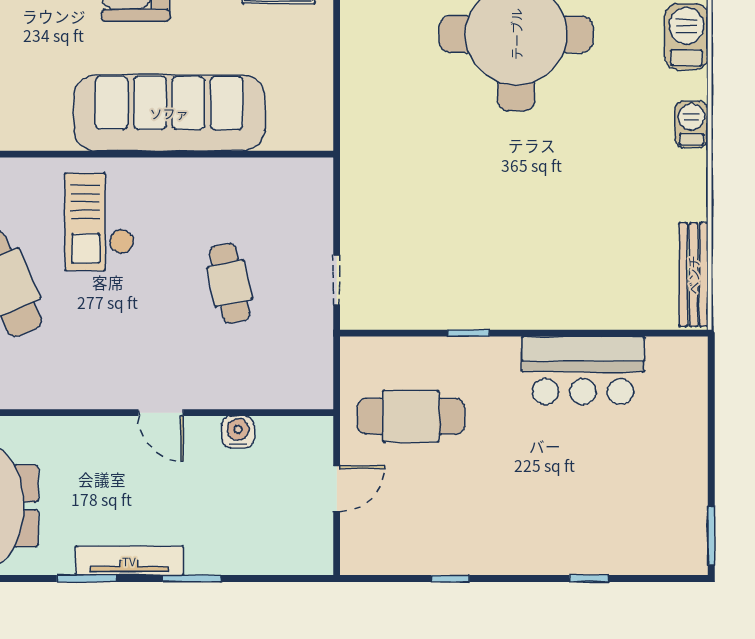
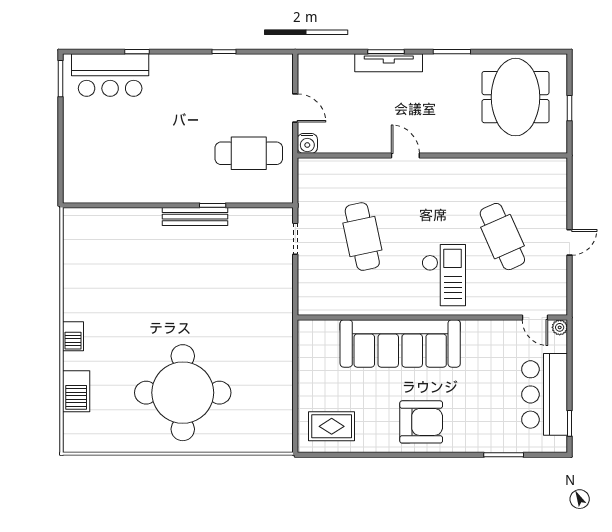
bench: (693, 275) -> (195, 217), moved, turned 90
cafe table: (230, 283) -> (362, 237), width x1.37, depth x1.35
bar counter: (583, 370) -> (110, 75), moved, turned 180
water cooler: (238, 432) -> (307, 143), moved
door: (337, 488) -> (295, 108), swing flipped
tv unit: (129, 561) -> (389, 63), moved

